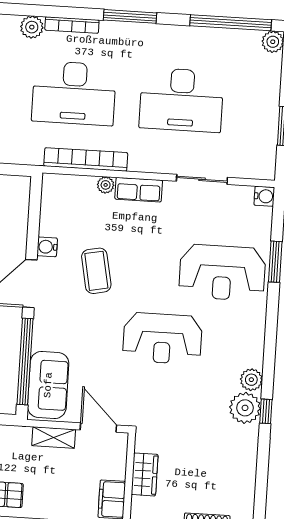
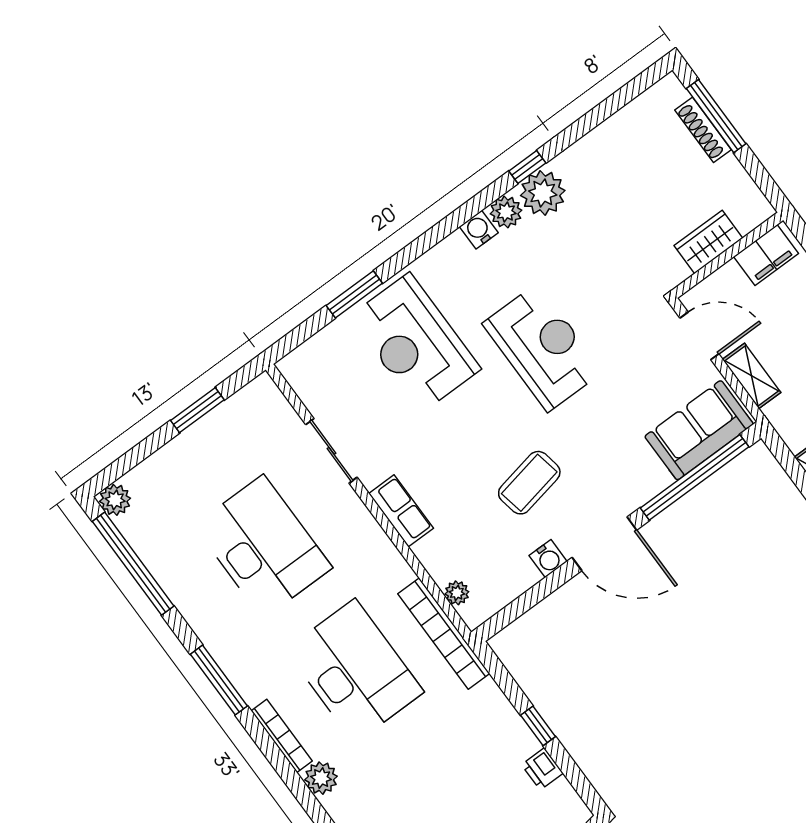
bookcase: (86, 159) -> (444, 634), moved
plant: (106, 185) -> (457, 593), moved
water cooler: (264, 196) -> (479, 230), moved
reception desk: (222, 273) -> (415, 343), turned 180
door: (98, 427) -> (699, 336), swing flipped

